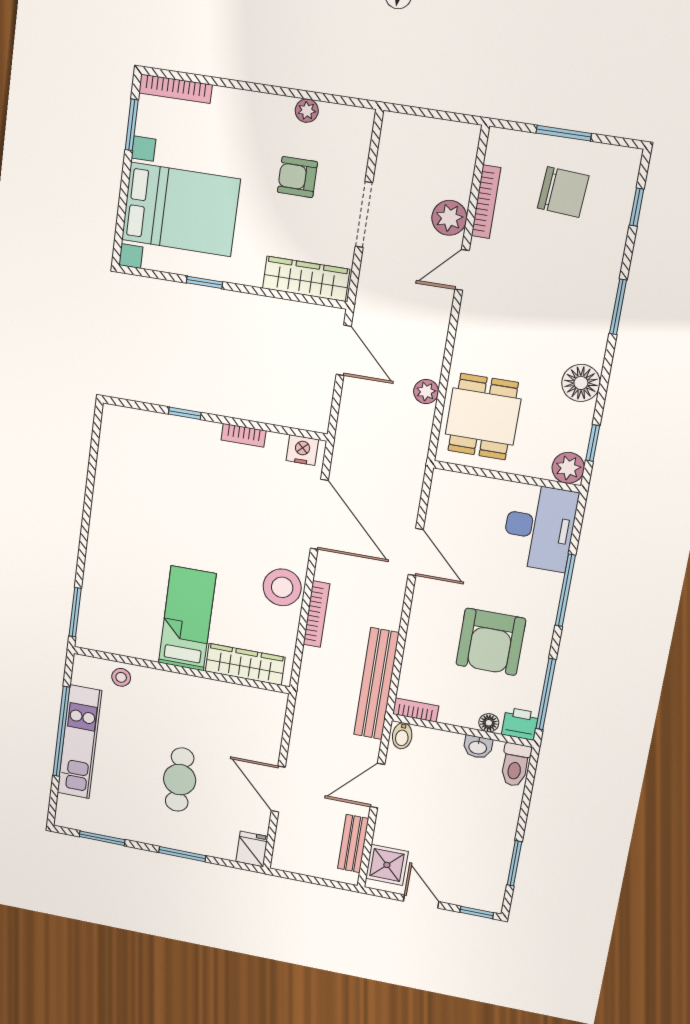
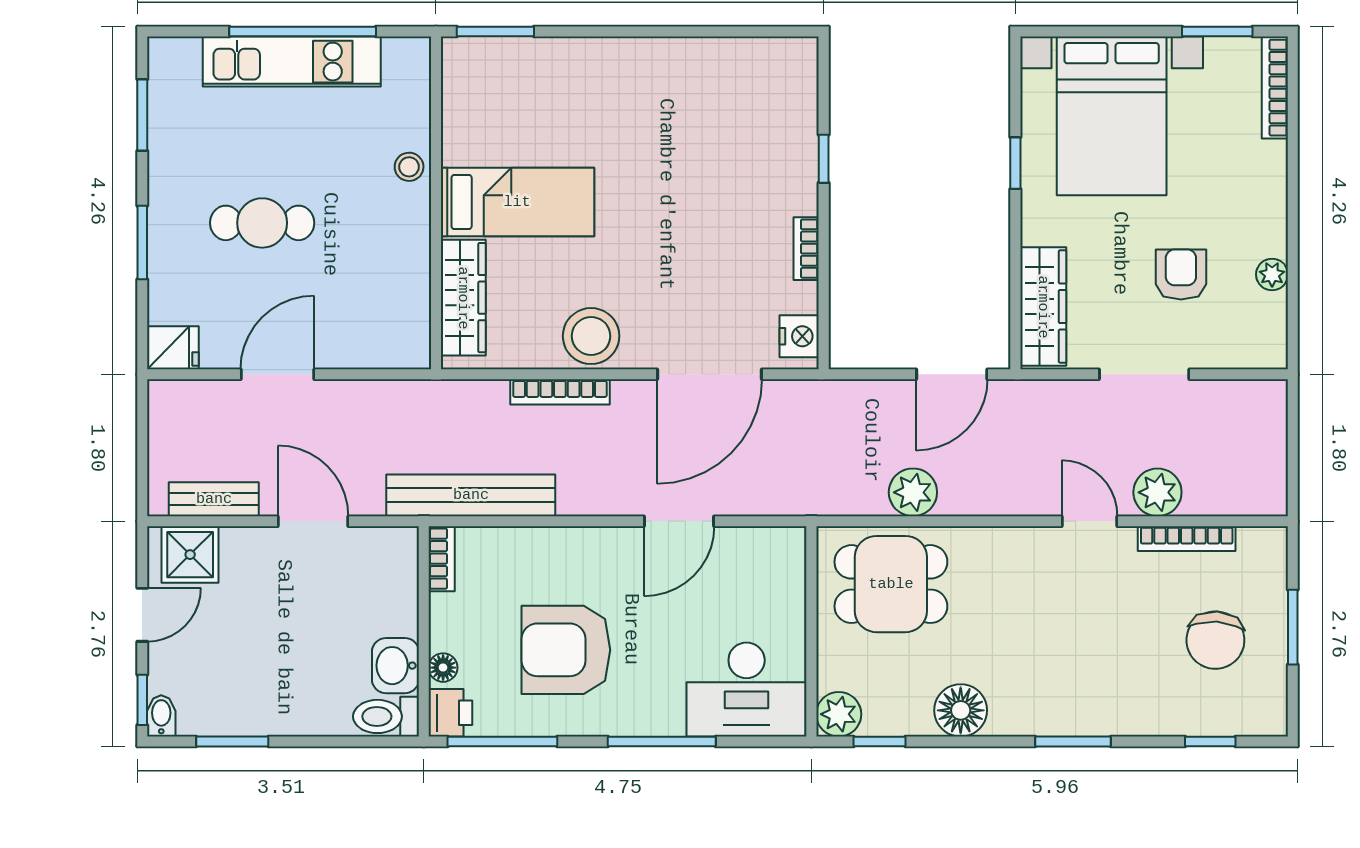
plant: (426, 392) -> (913, 492), width x1.38, depth x1.38
stool: (121, 677) -> (409, 167), moved
bidet: (402, 736) -> (161, 716), moved, turned 90
washbasin: (478, 747) -> (395, 666), width x1.38, depth x1.45

